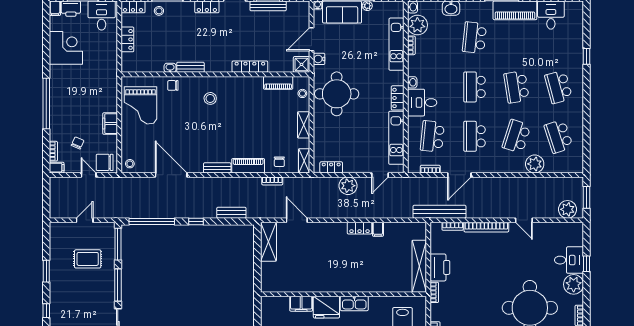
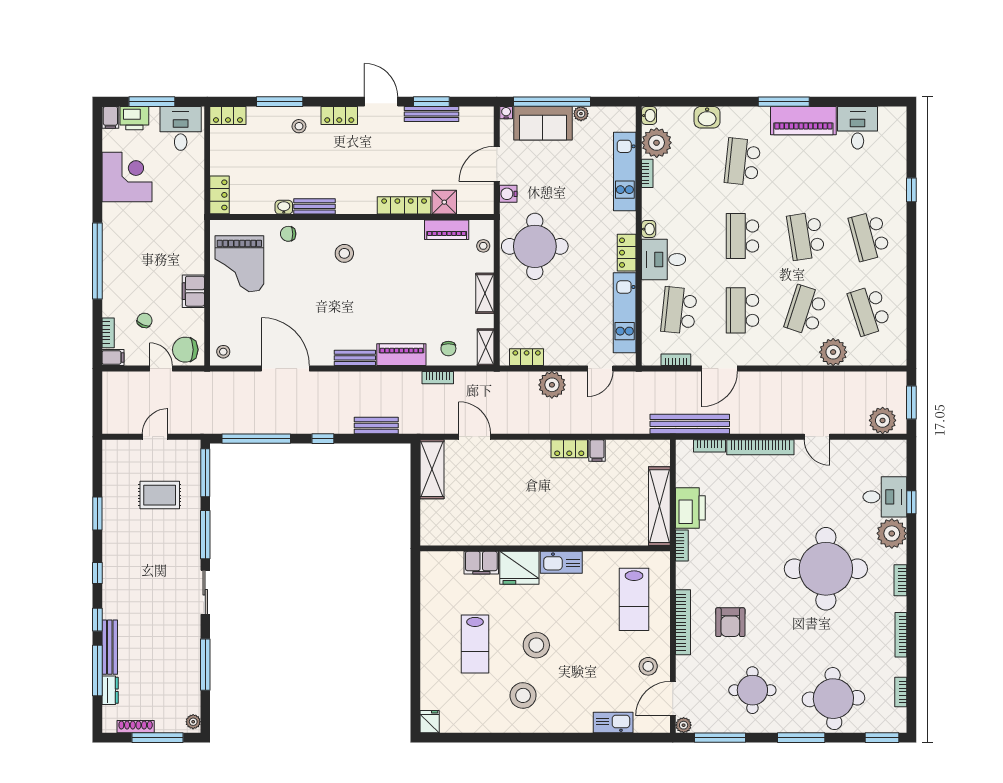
stool: (159, 11) -> (299, 126), moved
locker: (127, 39) -> (220, 195), moved
shower: (302, 64) -> (444, 202), moved

